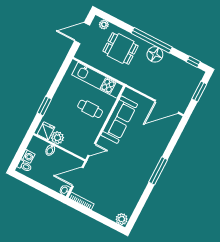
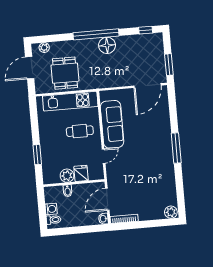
dining table: (121, 49) -> (65, 73), moved, turned 90
window: (199, 91) -> (169, 65), moved
fridge: (46, 131) -> (81, 173), moved
door: (92, 150) -> (104, 156), moved

